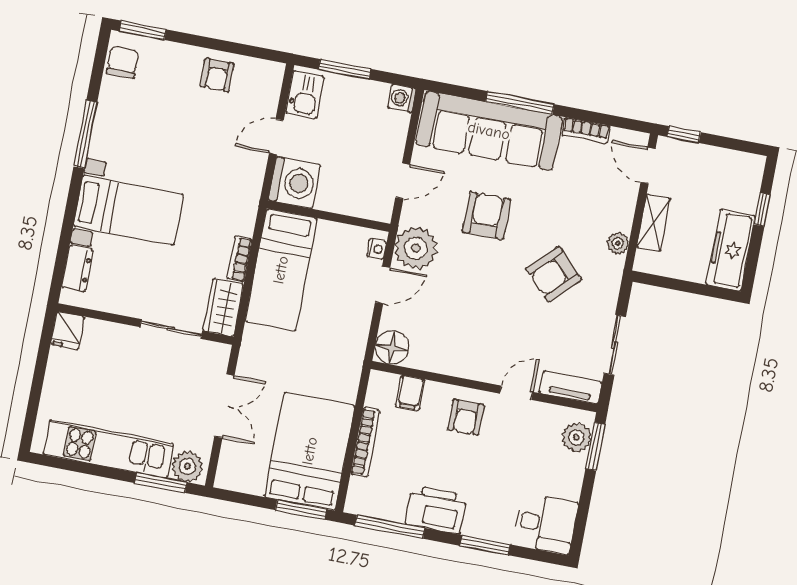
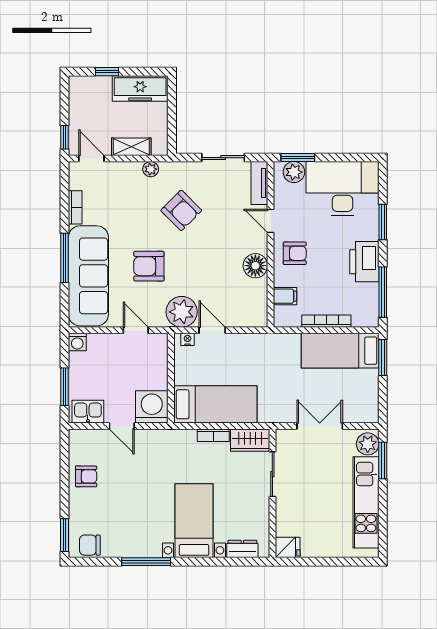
door: (648, 165) -> (91, 158), swing flipped
floor lamp: (392, 348) -> (255, 266), moved
bed: (310, 451) -> (340, 351), width x0.67
desk: (545, 524) -> (342, 189), width x1.87, depth x1.30

